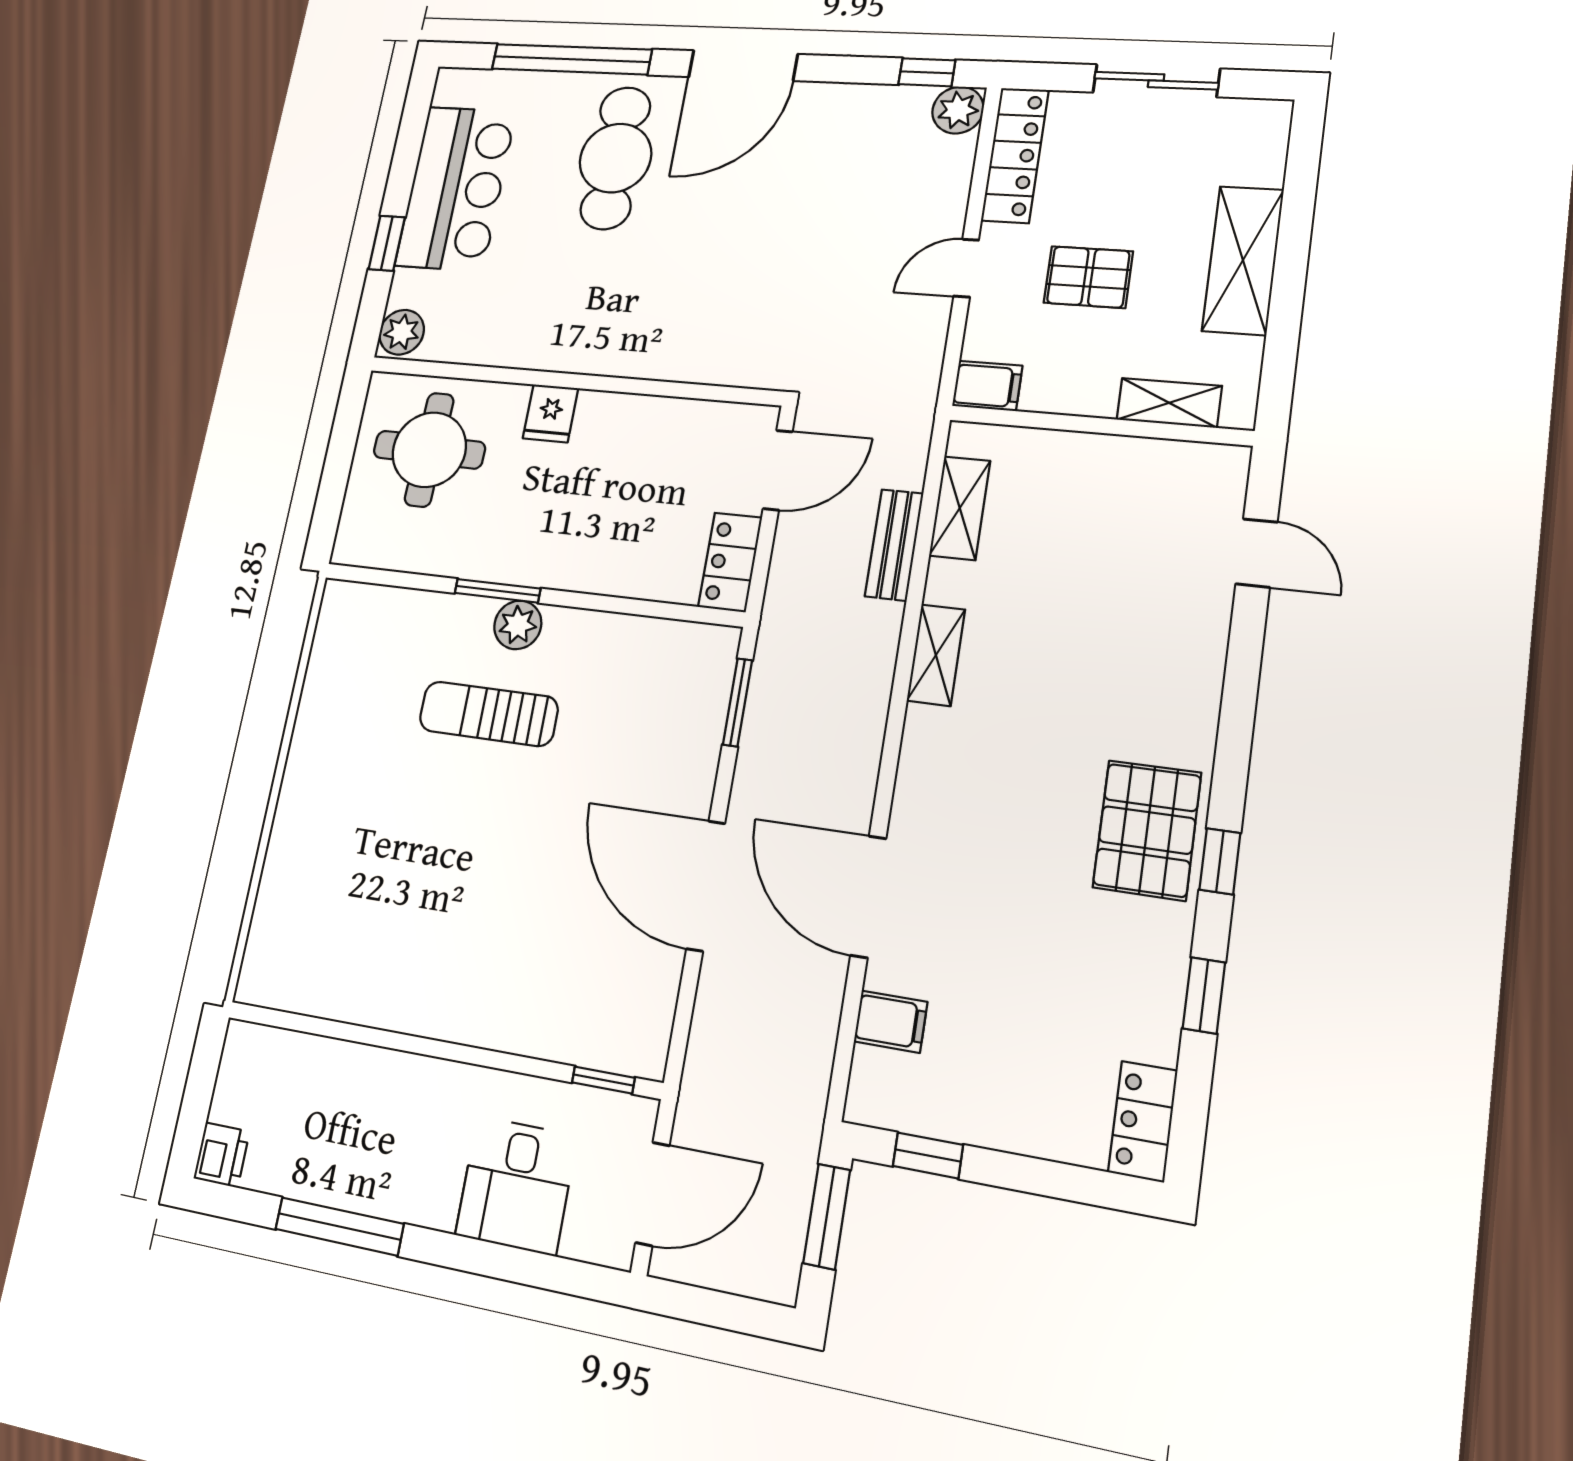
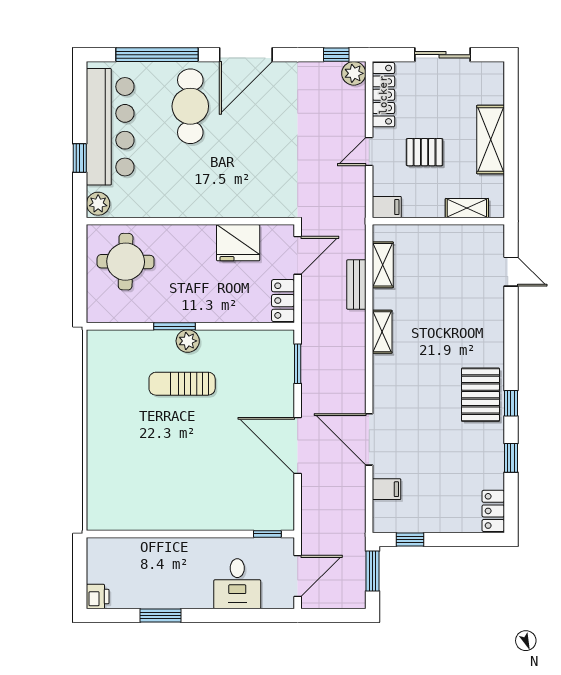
bar counter: (456, 188) -> (110, 127), width x1.36
fridge: (550, 413) -> (238, 243), moved, width x1.88, depth x1.34
window: (339, 1226) -> (160, 616), width x0.69

